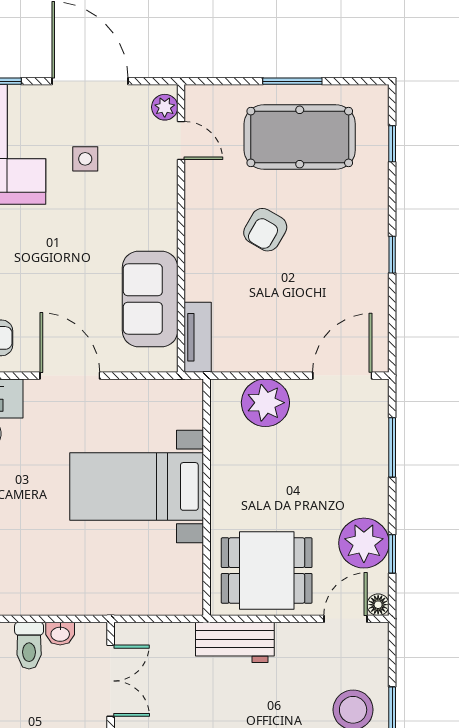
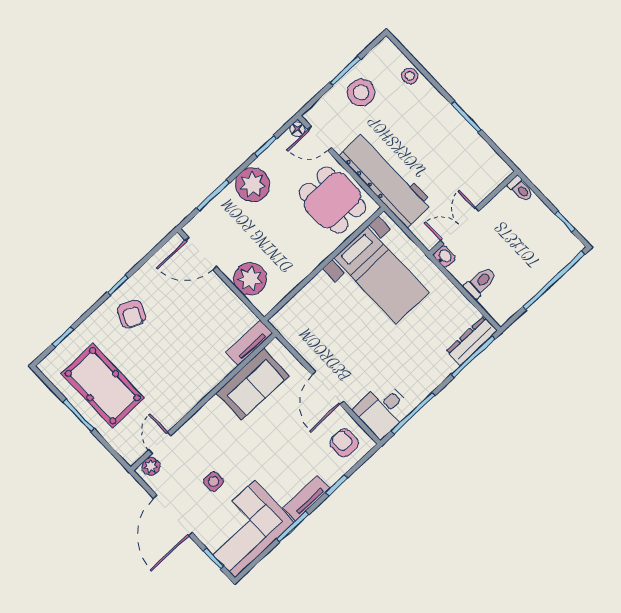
armchair: (265, 230) -> (131, 314), moved, turned 85
bed with nightstands: (137, 486) -> (381, 275), moved
plant: (364, 543) -> (253, 185), moved
washbasin: (60, 634) -> (444, 257), moved
workbench: (235, 642) -> (386, 179), width x1.88, depth x1.32

